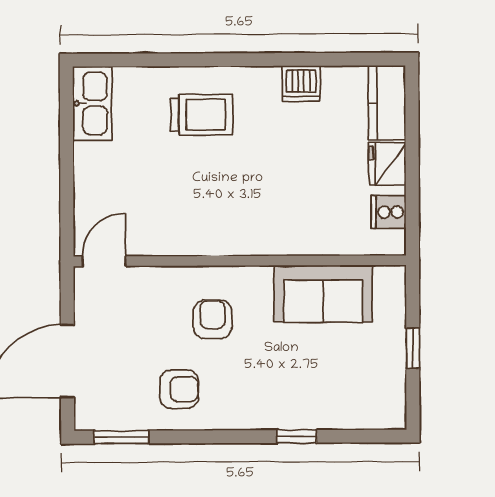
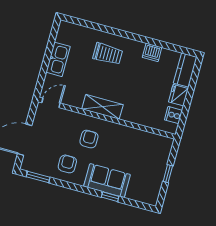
kitchen sink: (92, 103) -> (58, 59), moved
shelving: (223, 238) -> (102, 107), added
sofa: (323, 294) -> (107, 180), moved, turned 180
armchair: (179, 389) -> (67, 164), turned -90

